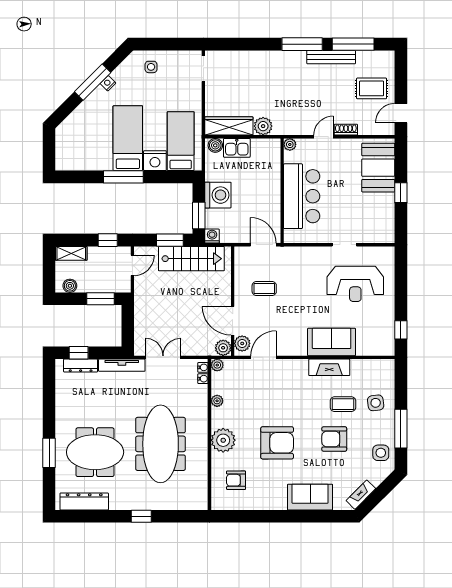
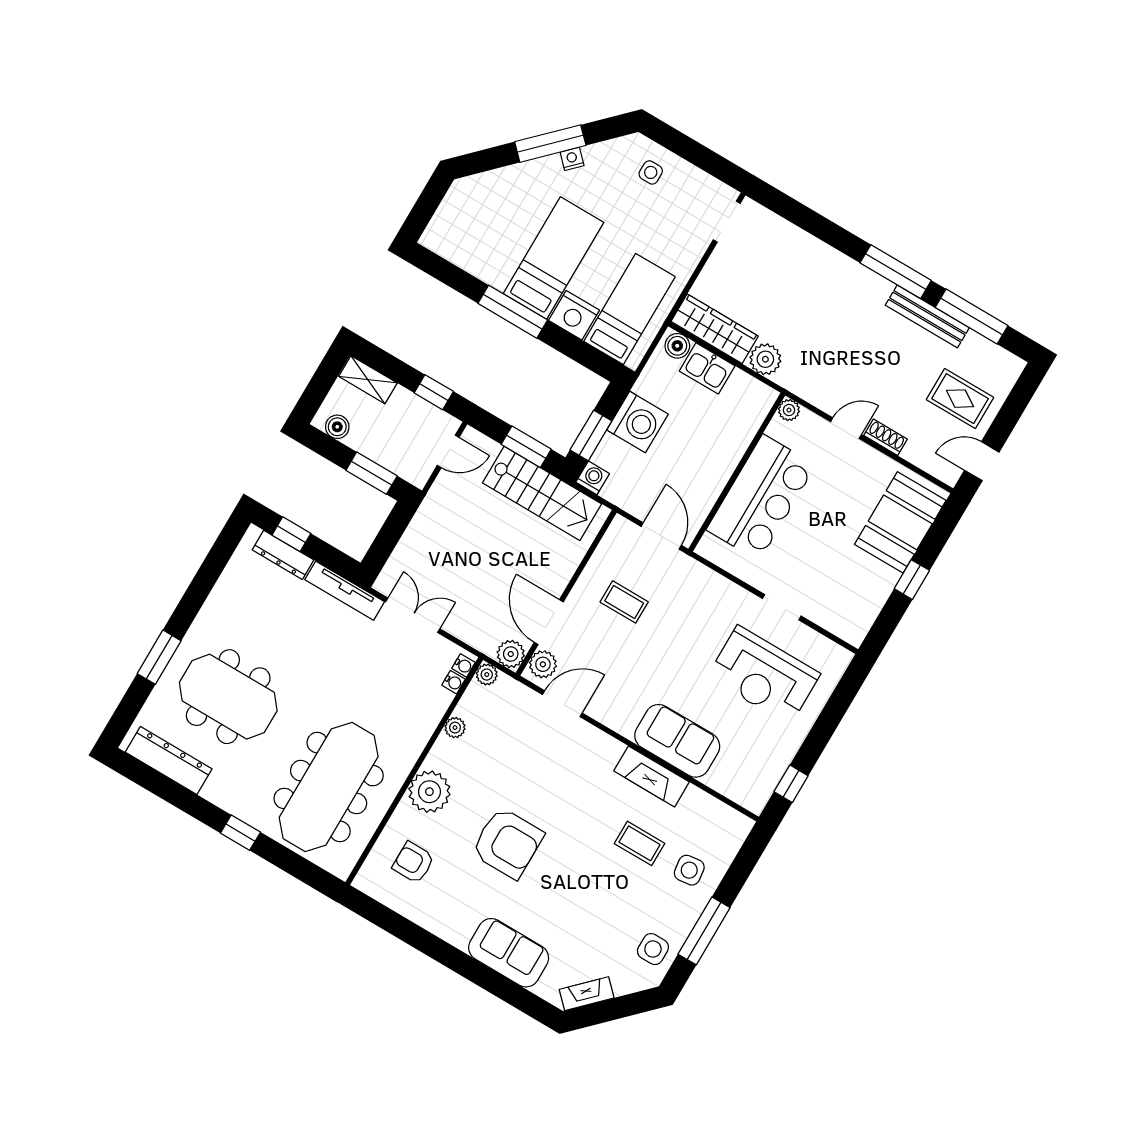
armchair: (334, 439) -> (596, 888), removed
meeting table: (161, 444) -> (329, 787), moved

